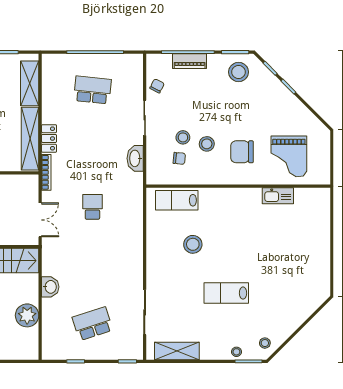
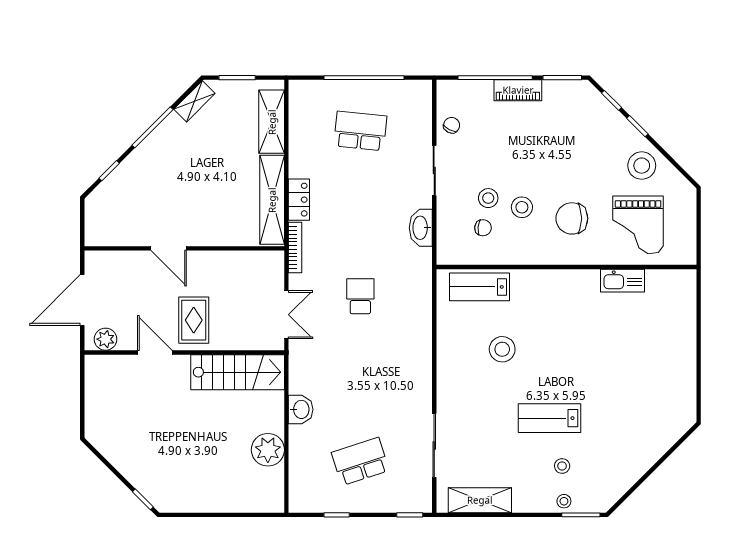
piano: (190, 61) -> (518, 90), moved
stool: (239, 72) -> (642, 166), moved
stool: (265, 343) -> (562, 466), moved

